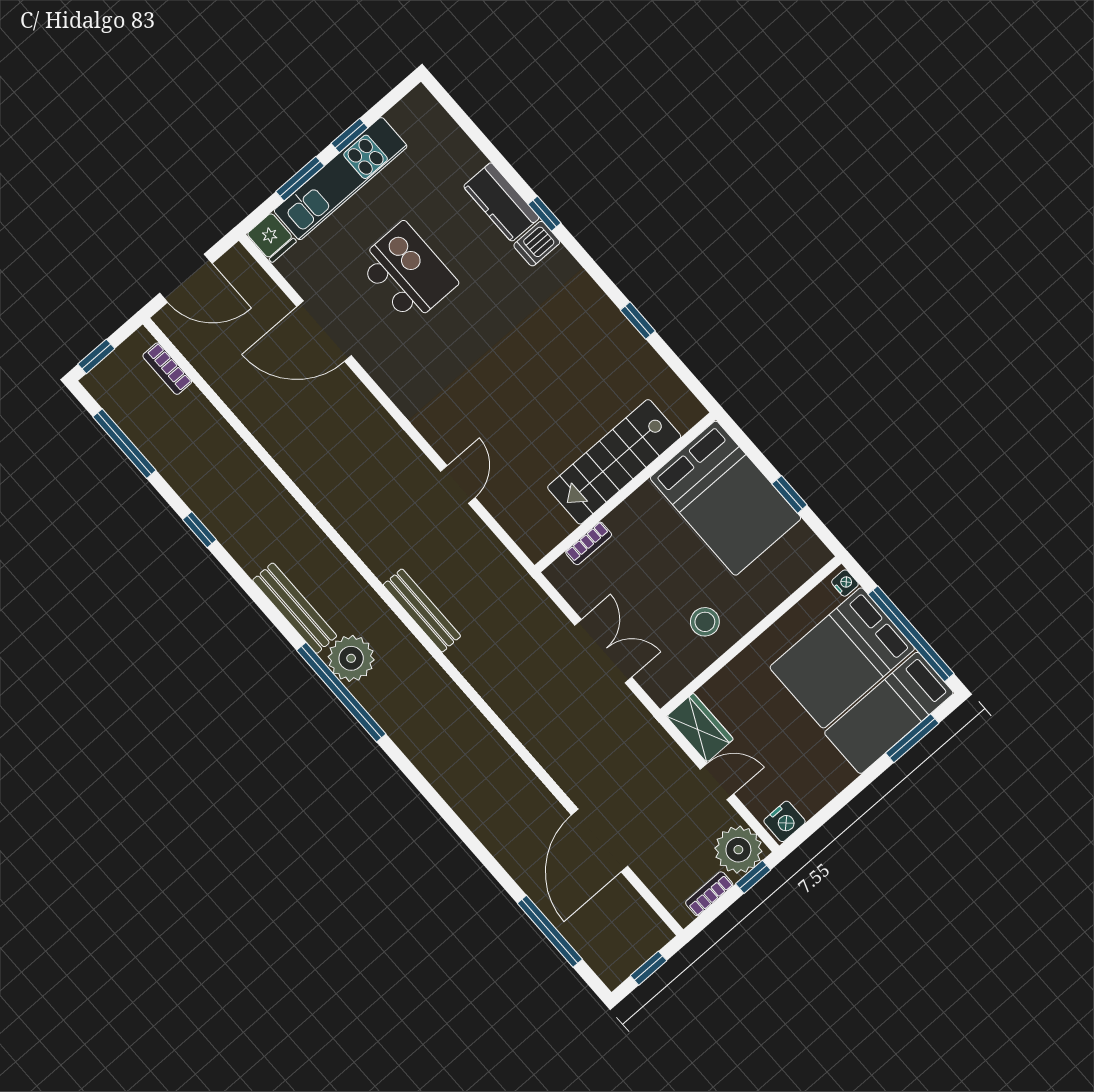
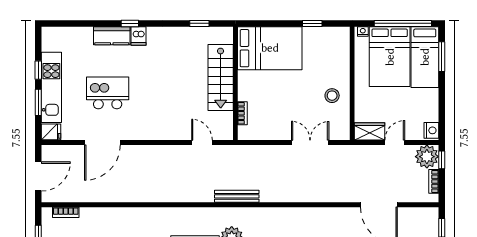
stairs: (614, 462) -> (221, 78), moved
wall: (625, 492) -> (235, 83), moved
bed: (726, 498) -> (270, 48), moved
bookcase: (589, 543) -> (242, 113), moved

